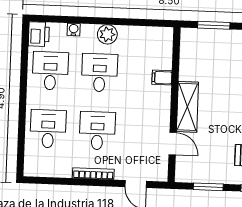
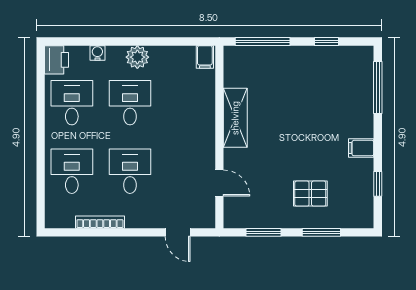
window: (214, 25) -> (263, 41), width x1.44
filing cabinet: (162, 78) -> (205, 57), moved, turned -90
shelving: (187, 107) -> (235, 118), moved
bookcase: (93, 174) -> (100, 222), moved

